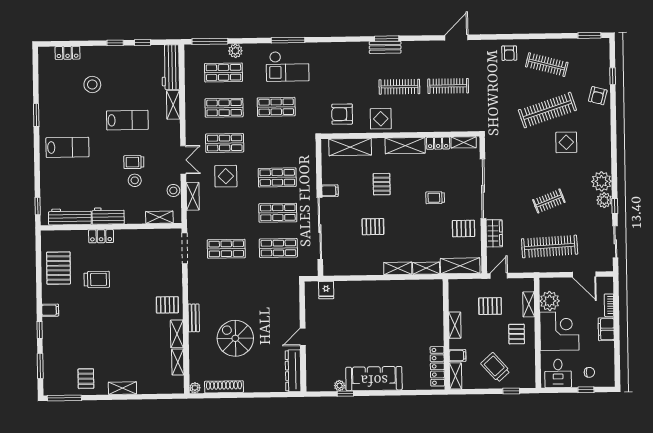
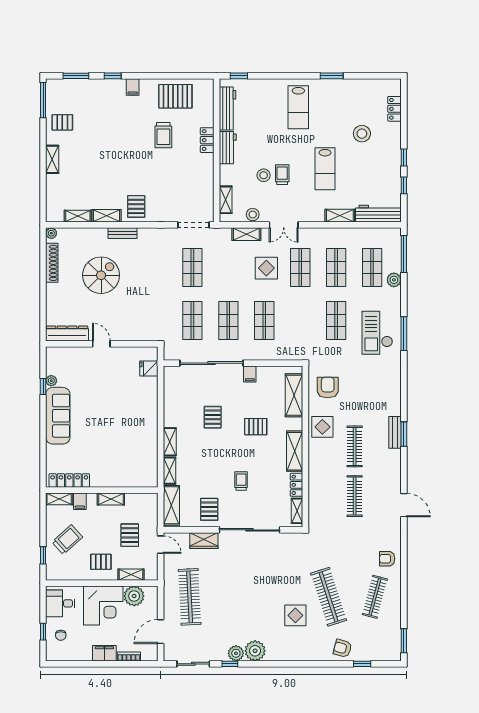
clothes rail: (549, 201) -> (236, 597), removed

